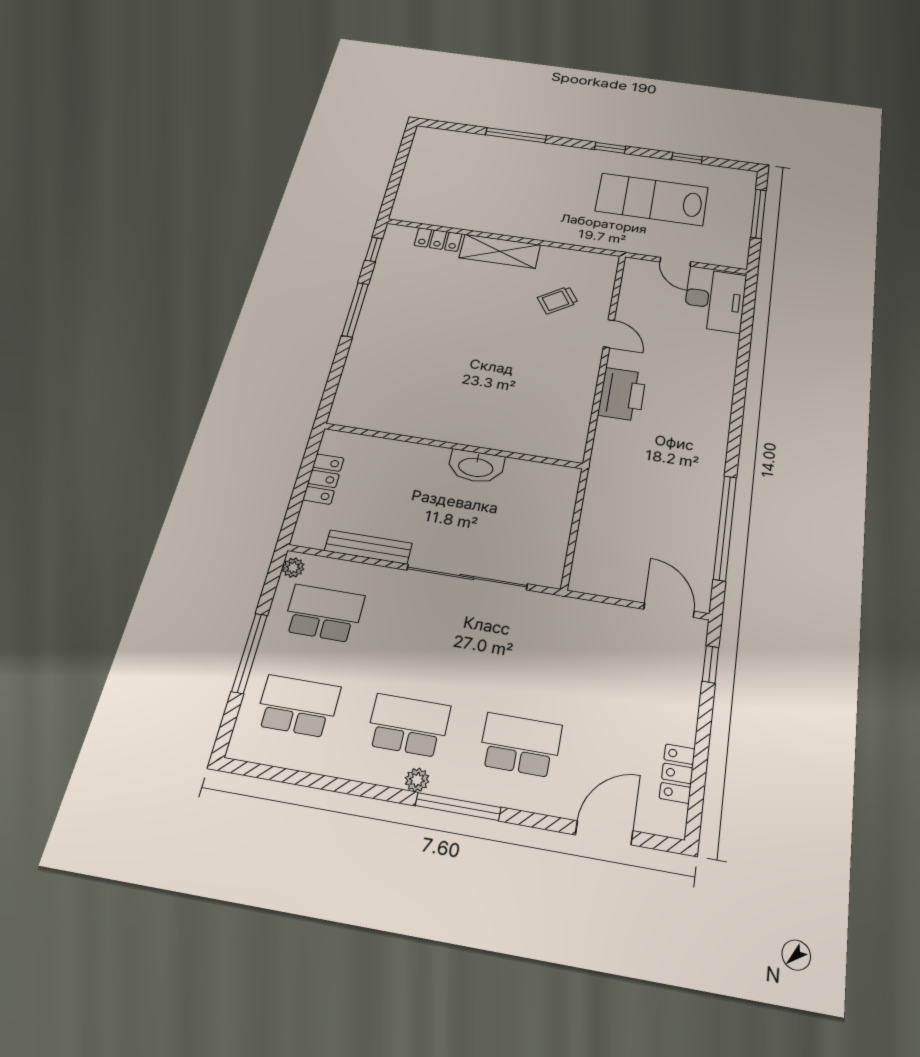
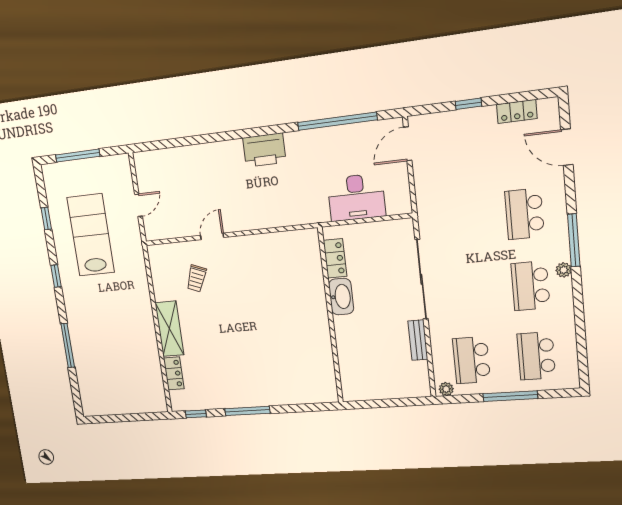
lab bench: (652, 199) -> (91, 235), turned 180
trolley: (558, 300) -> (196, 278), turned 55
desk: (715, 300) -> (356, 197), moved, turned 180
printer: (622, 394) -> (264, 150), moved, turned 180
locker: (323, 479) -> (335, 258), moved, turned 90
bench: (368, 547) -> (418, 340), width x0.73
window: (710, 664) -> (468, 104), moved

